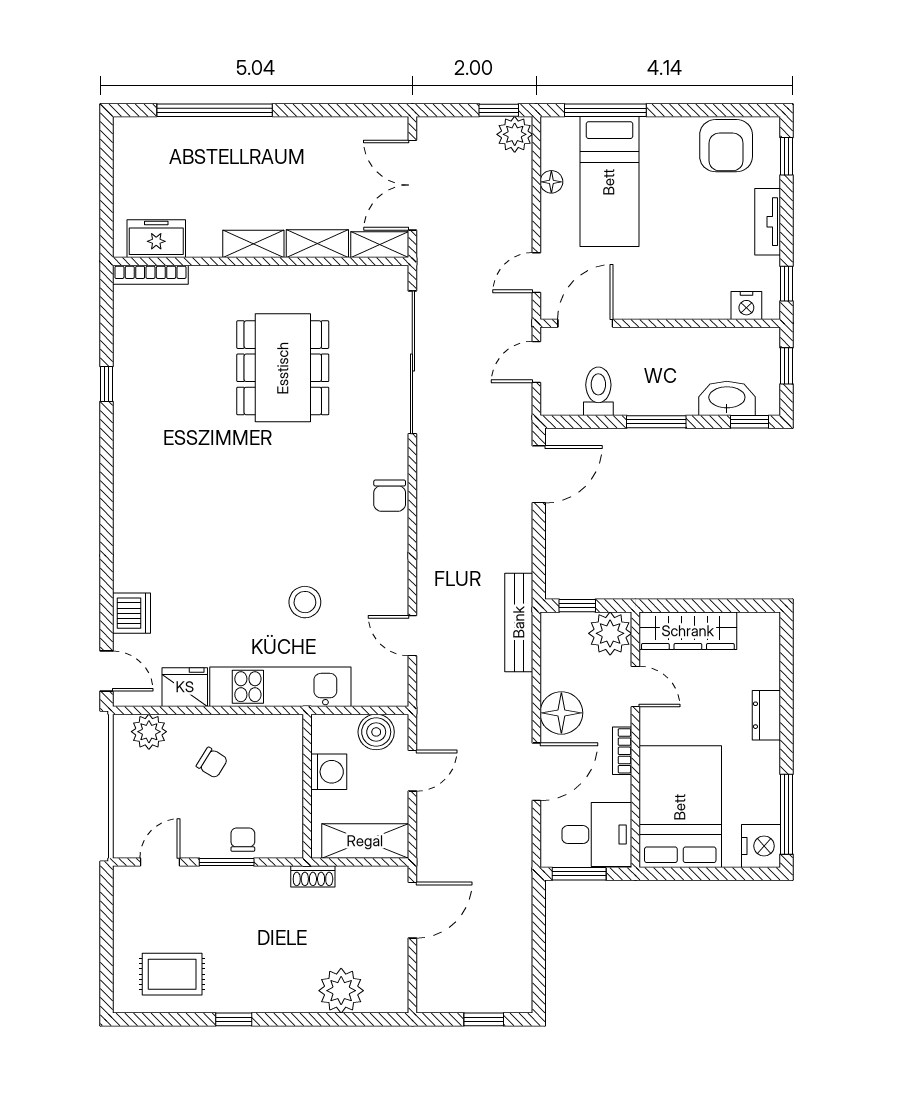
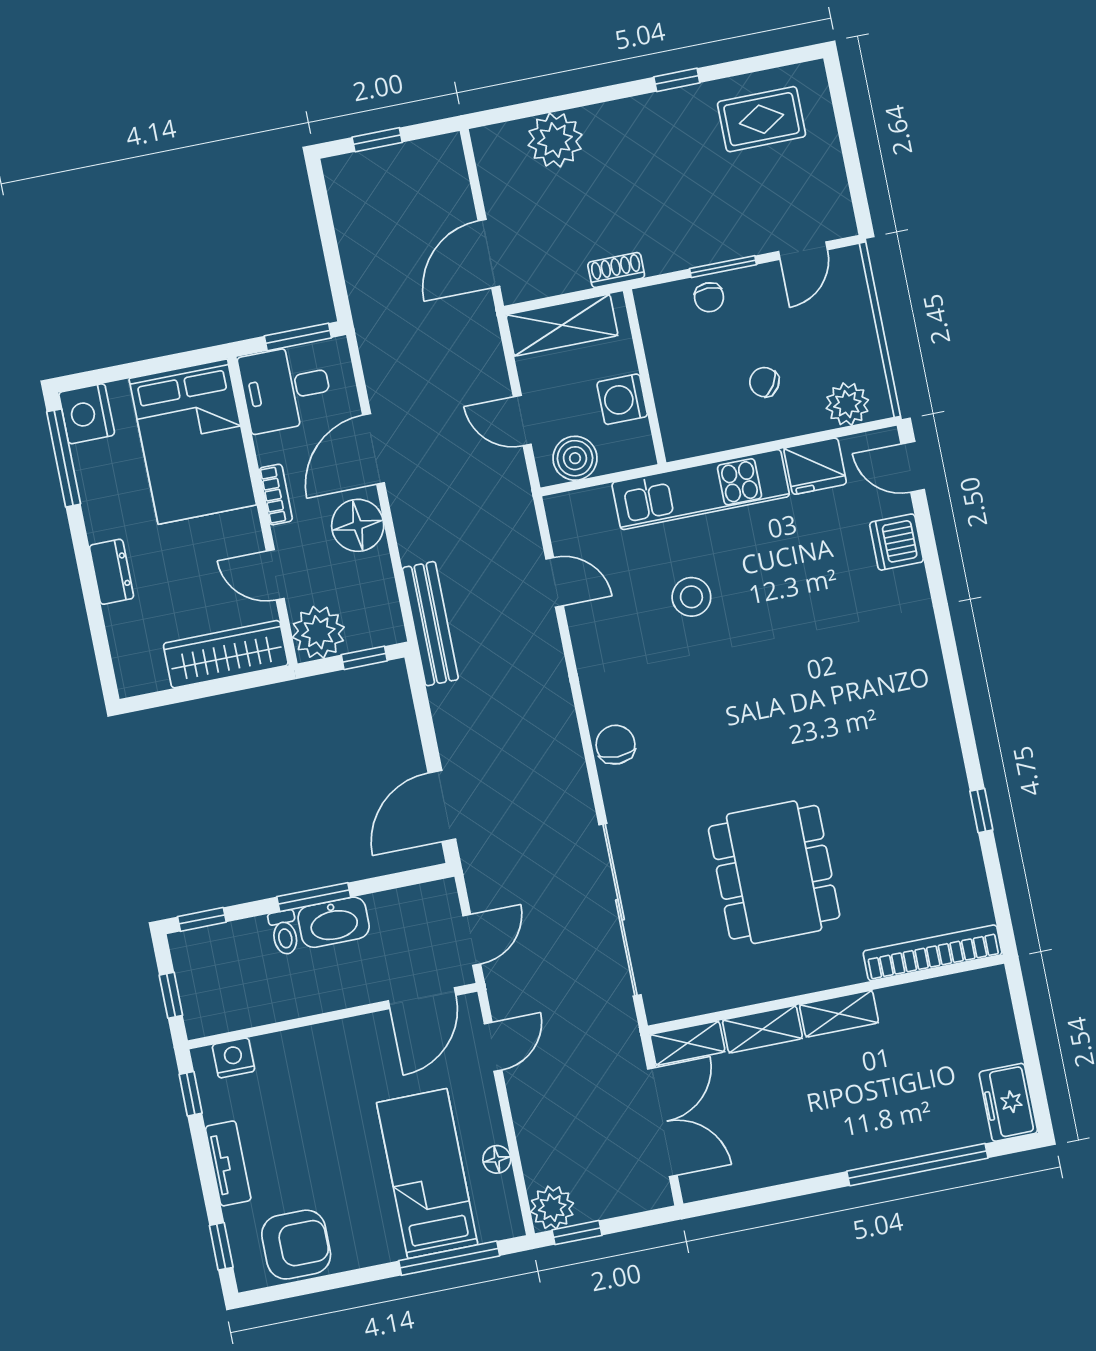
armchair: (726, 146) -> (296, 1245), turned 90
freezer: (156, 239) -> (1008, 1102), moved, turned 90
bookcase: (150, 275) -> (933, 953), width x1.48, depth x1.31
toilet: (598, 391) -> (284, 933), moved, width x0.73, depth x0.72
washbasin: (727, 398) -> (334, 922), moved
door: (412, 771) -> (522, 421), hinge flipped

